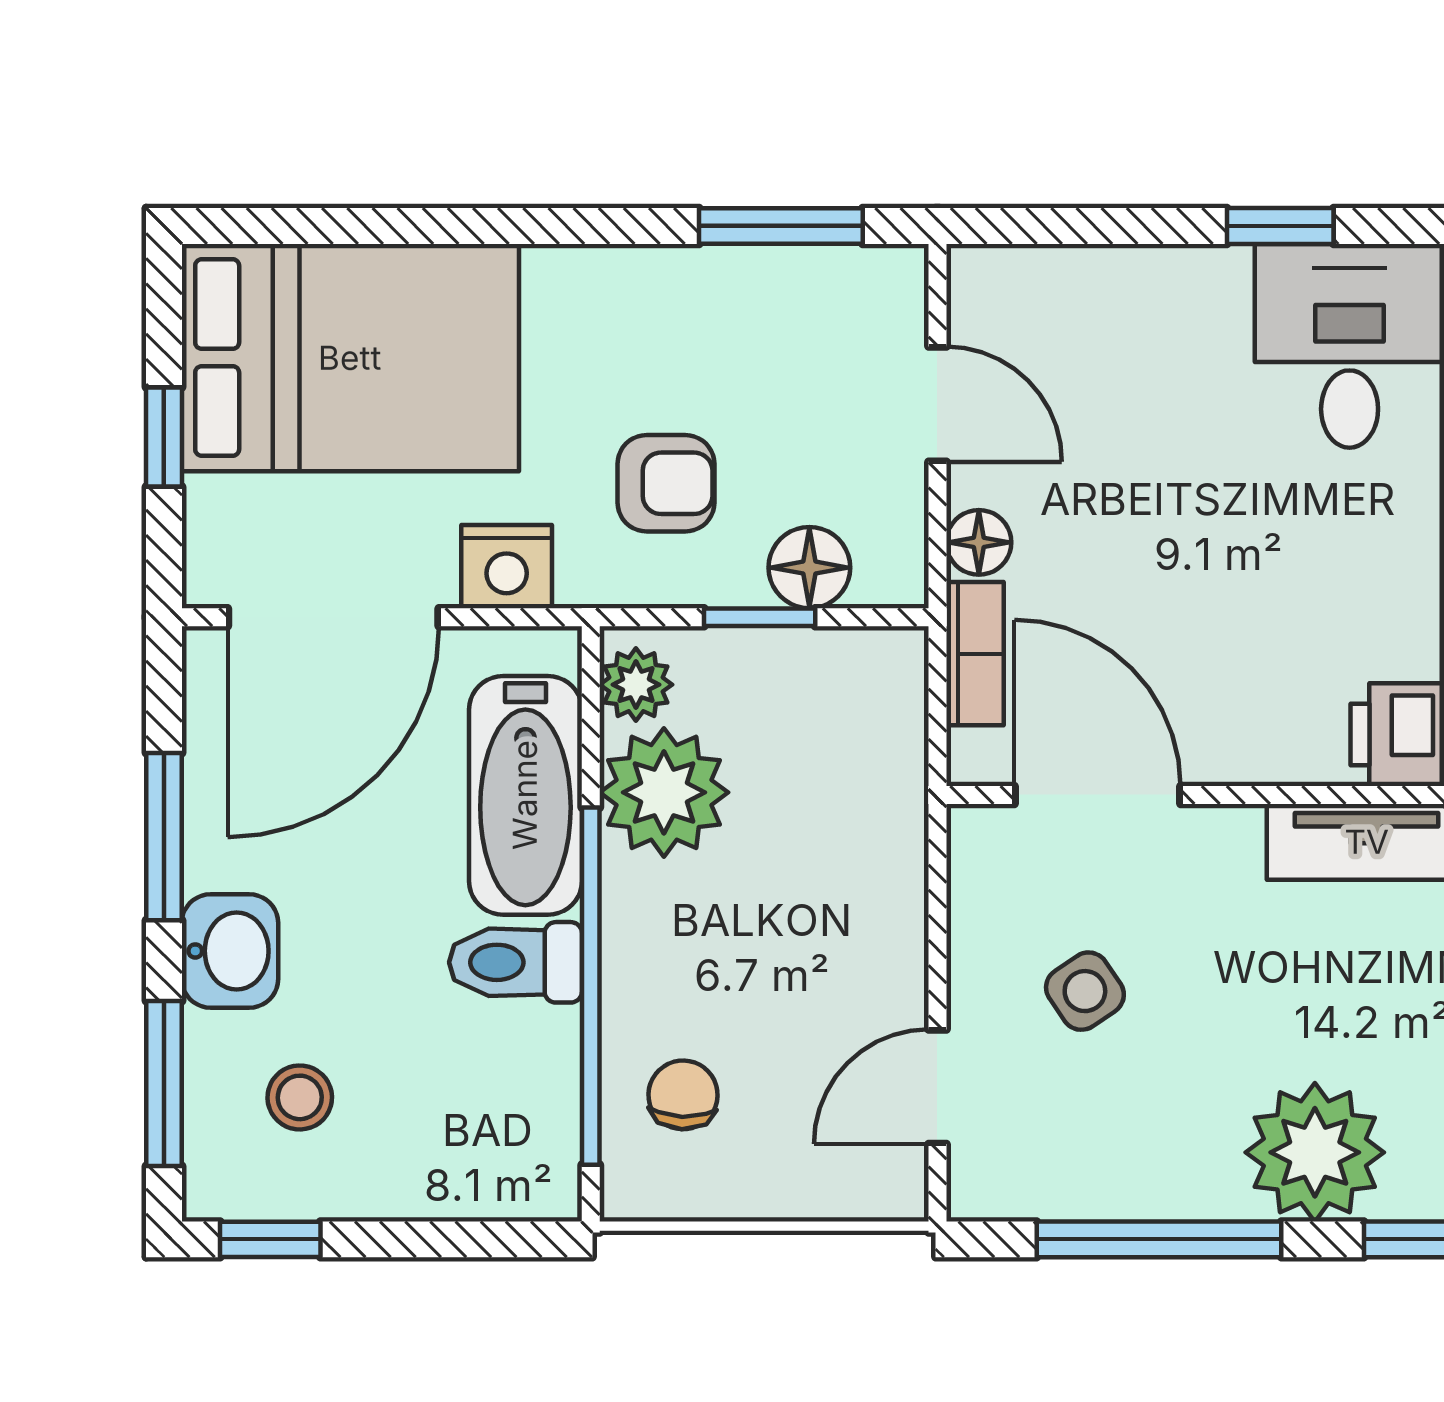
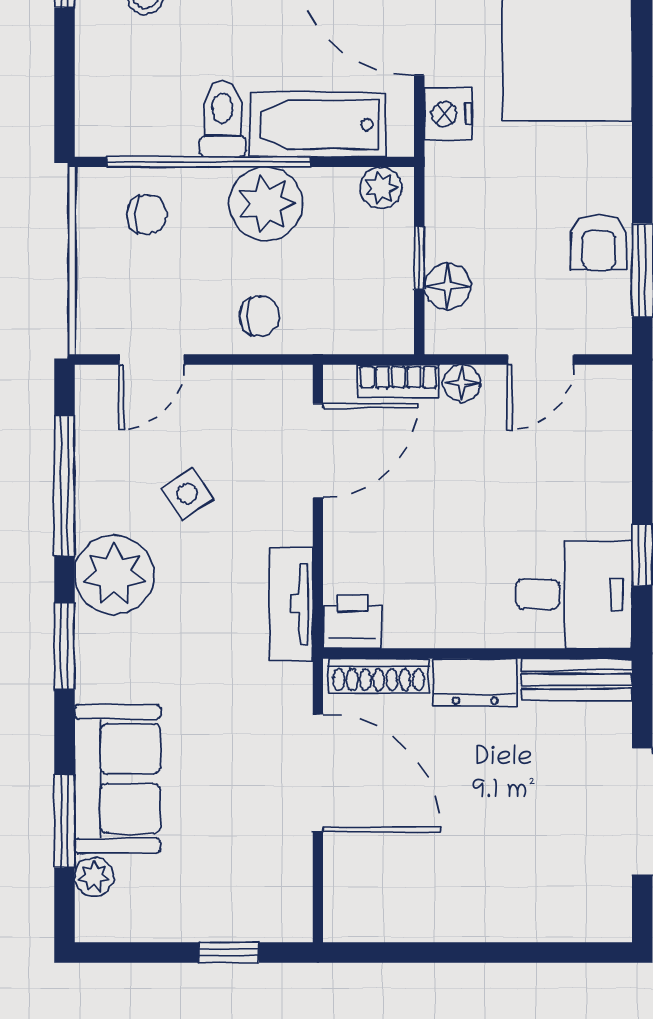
armchair: (666, 483) -> (599, 242), moved
plant: (664, 792) -> (266, 204), moved
chair: (861, 897) -> (260, 316), added
side table: (1085, 991) -> (187, 494), moved
door: (937, 1087) -> (151, 360), swing flipped

